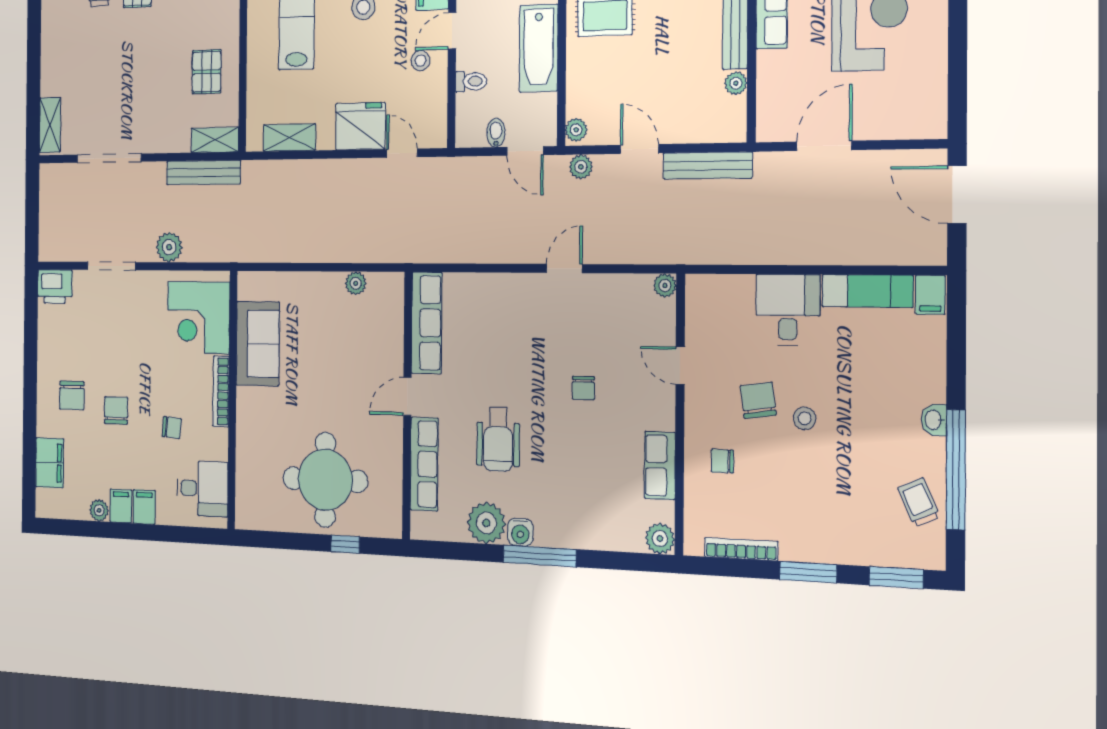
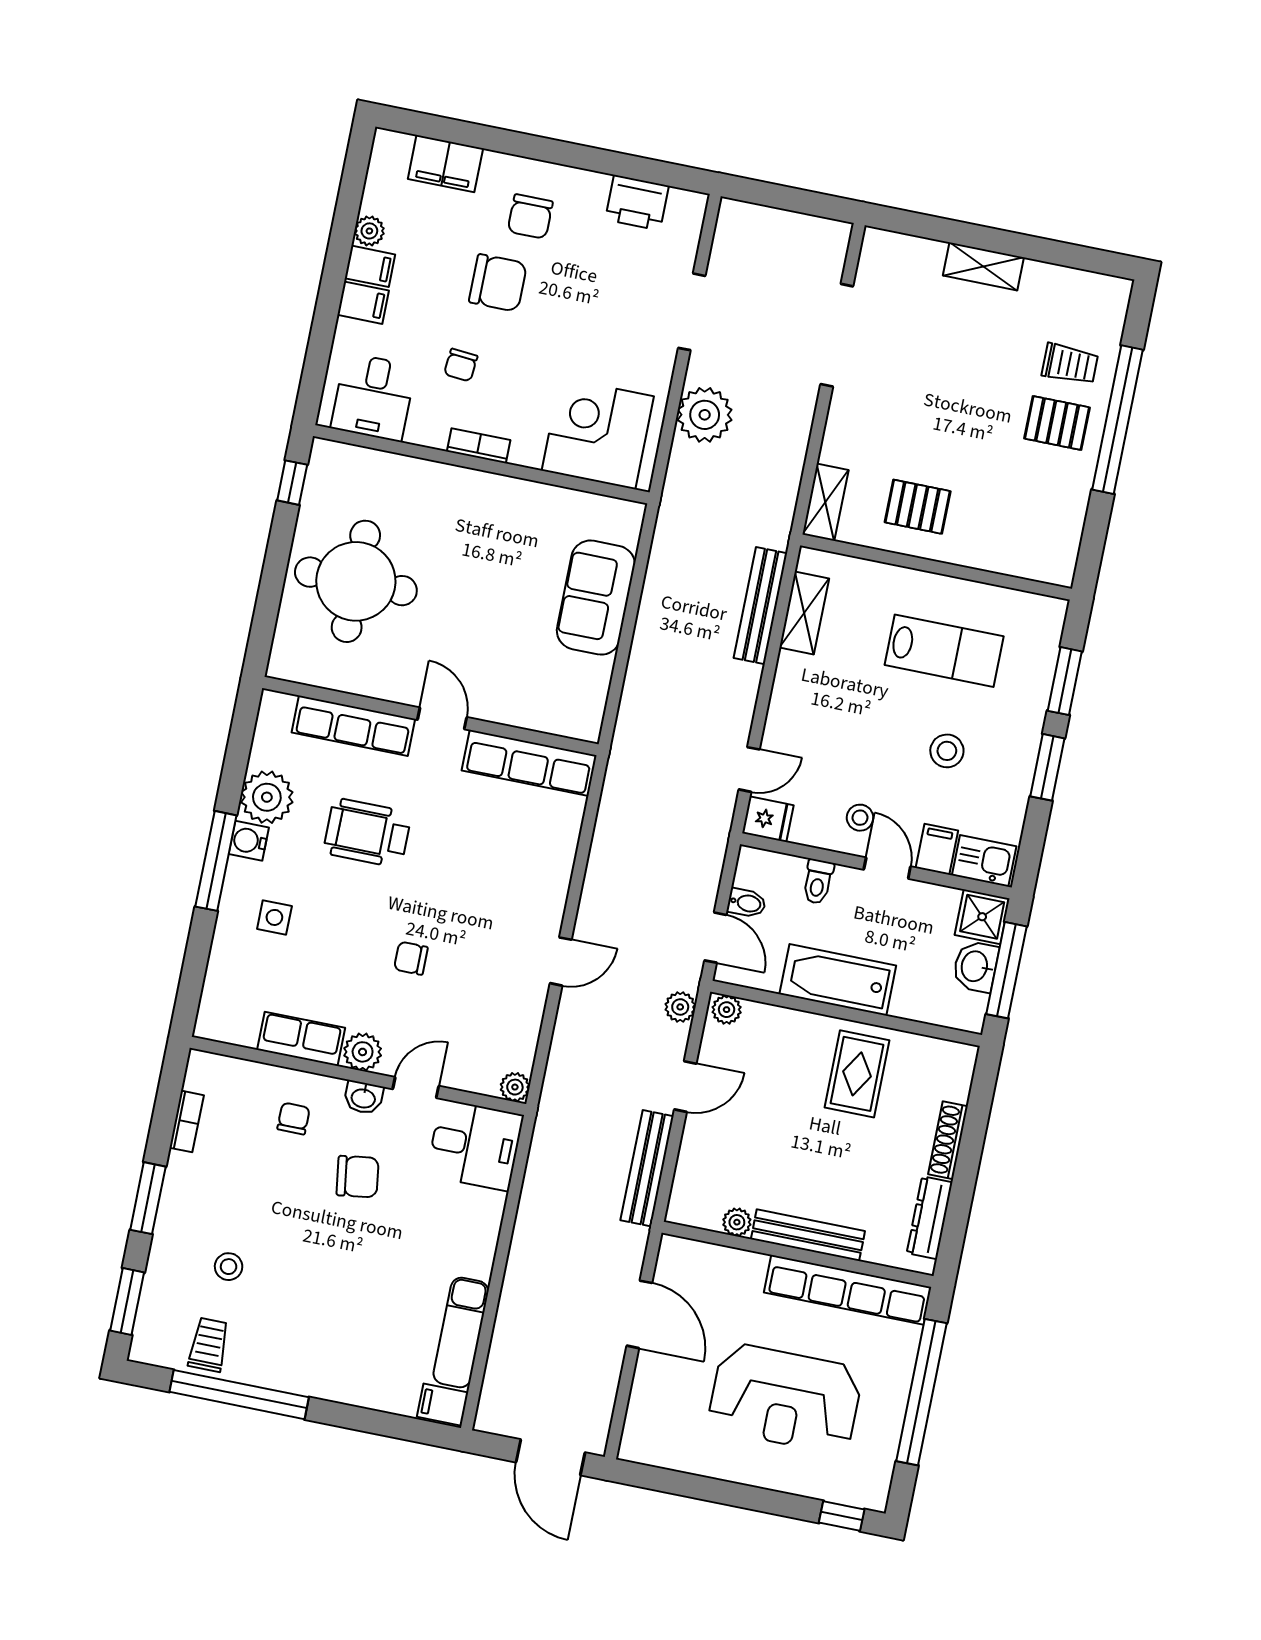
shelving: (50, 125) -> (983, 266), moved
fridge: (361, 126) -> (768, 819), moved, width x0.53, depth x0.75
door: (525, 151) -> (715, 938), swing flipped
bench: (203, 173) -> (760, 606), moved
door: (957, 195) -> (550, 1457), swing flipped
plant: (169, 247) -> (705, 415), width x1.36, depth x1.36
door: (564, 268) -> (561, 961), hinge flipped
plant: (356, 283) -> (598, 673), removed
printer: (55, 287) -> (637, 203), moved, turned -90
desk: (788, 310) -> (475, 1145), moved
sofa: (258, 344) -> (596, 598), moved, turned 90
bookcase: (221, 391) -> (479, 446), width x0.64
chair: (72, 395) -> (530, 216), turned -90
chair: (116, 410) -> (498, 283), width x1.37, depth x1.37
stool: (805, 418) -> (229, 1267), moved
washbasin: (934, 420) -> (363, 1098), moved, turned 180
side table: (573, 502) -> (274, 917), added
trolley: (919, 502) -> (209, 1345), turned -66
plant: (660, 539) -> (363, 1052), moved
window: (345, 544) -> (292, 483), moved
bookcase: (741, 549) -> (187, 1121), width x0.64

